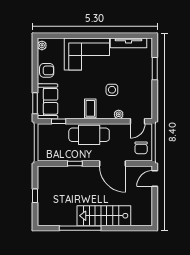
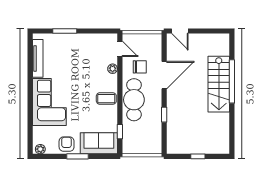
side table: (112, 90) -> (87, 76), removed
window: (35, 103) -> (77, 156), moved
chair: (141, 148) -> (140, 67), moved
window: (80, 228) -> (232, 81), moved

